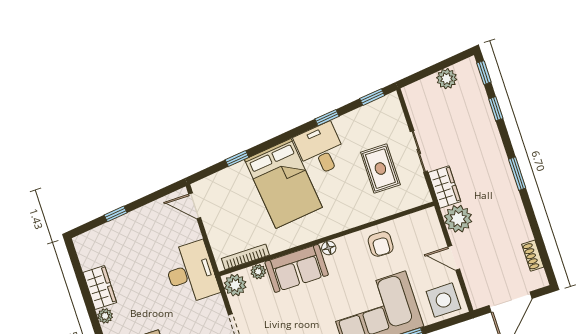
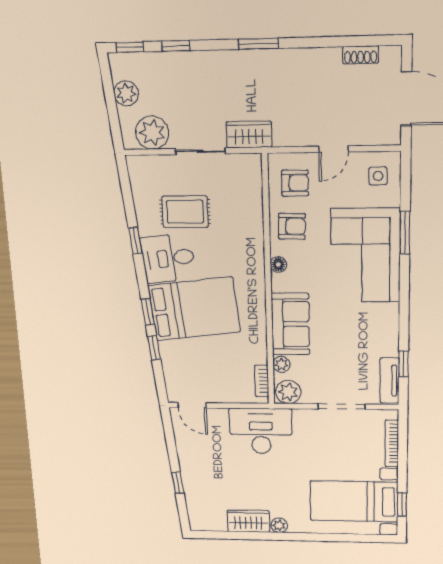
window: (372, 97) -> (148, 312), moved
rug: (380, 169) -> (185, 212), moved
door: (195, 206) -> (192, 405), hinge flipped
plant: (458, 219) -> (152, 133), moved
armchair: (417, 236) -> (295, 183), added
floor lamp: (329, 248) -> (278, 264), moved
bookcase: (245, 257) -> (262, 381), width x0.64
side table: (443, 300) -> (378, 176), width x0.54, depth x0.54

